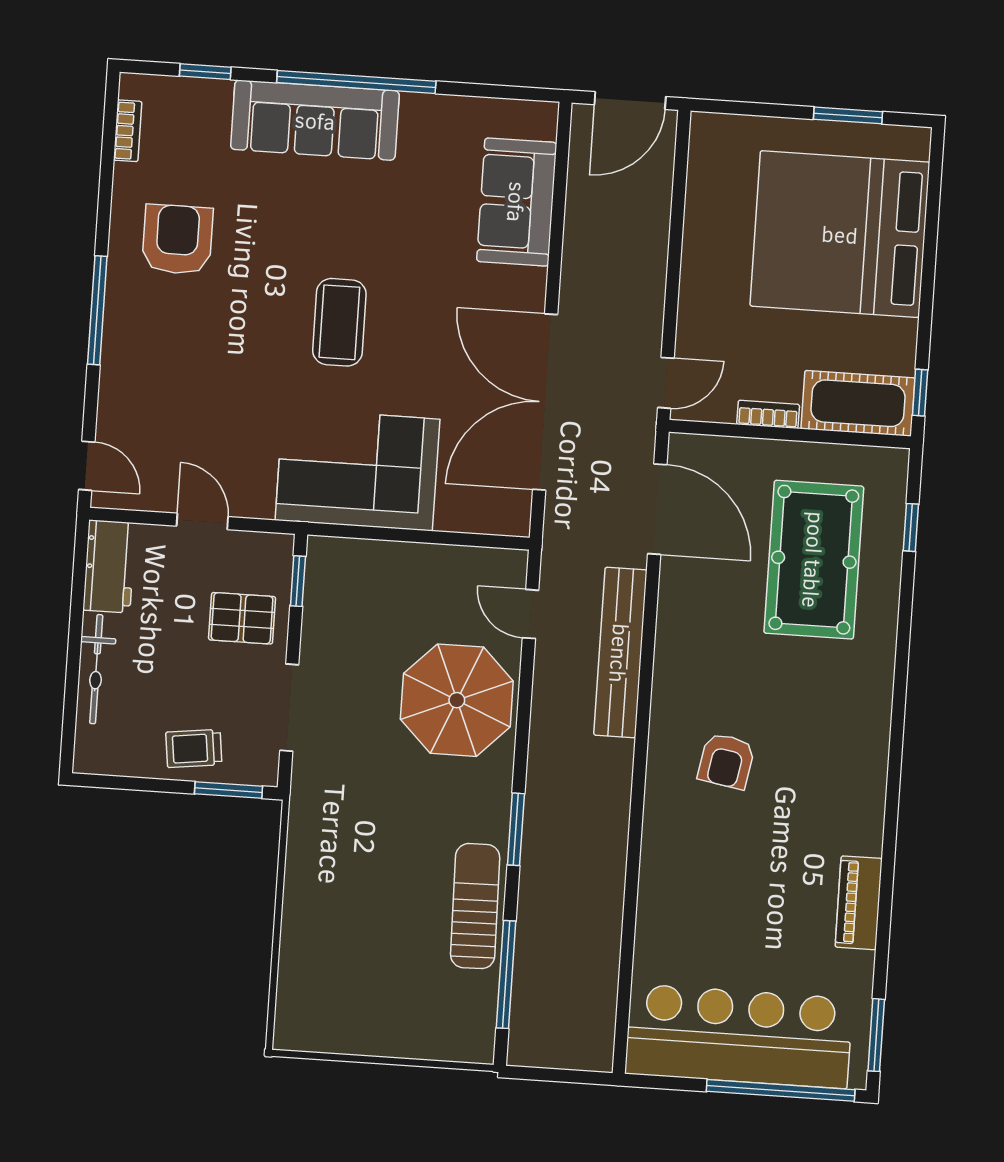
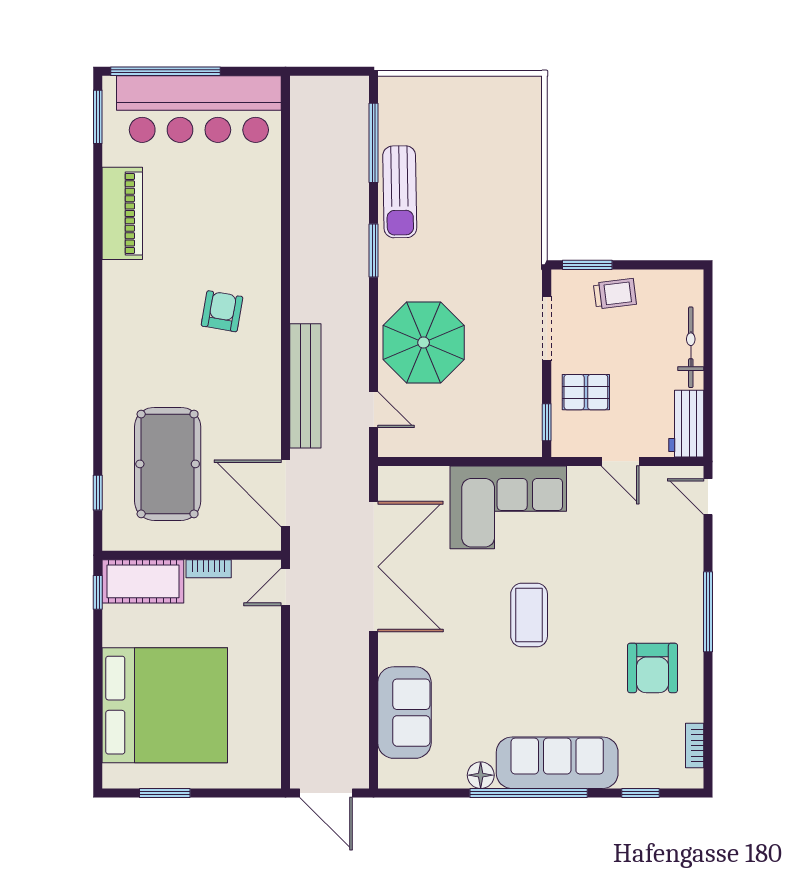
door: (630, 101) -> (326, 793), swing flipped
floor lamp: (419, 110) -> (481, 775), added
piano: (859, 903) -> (122, 213), width x1.37, depth x1.33

